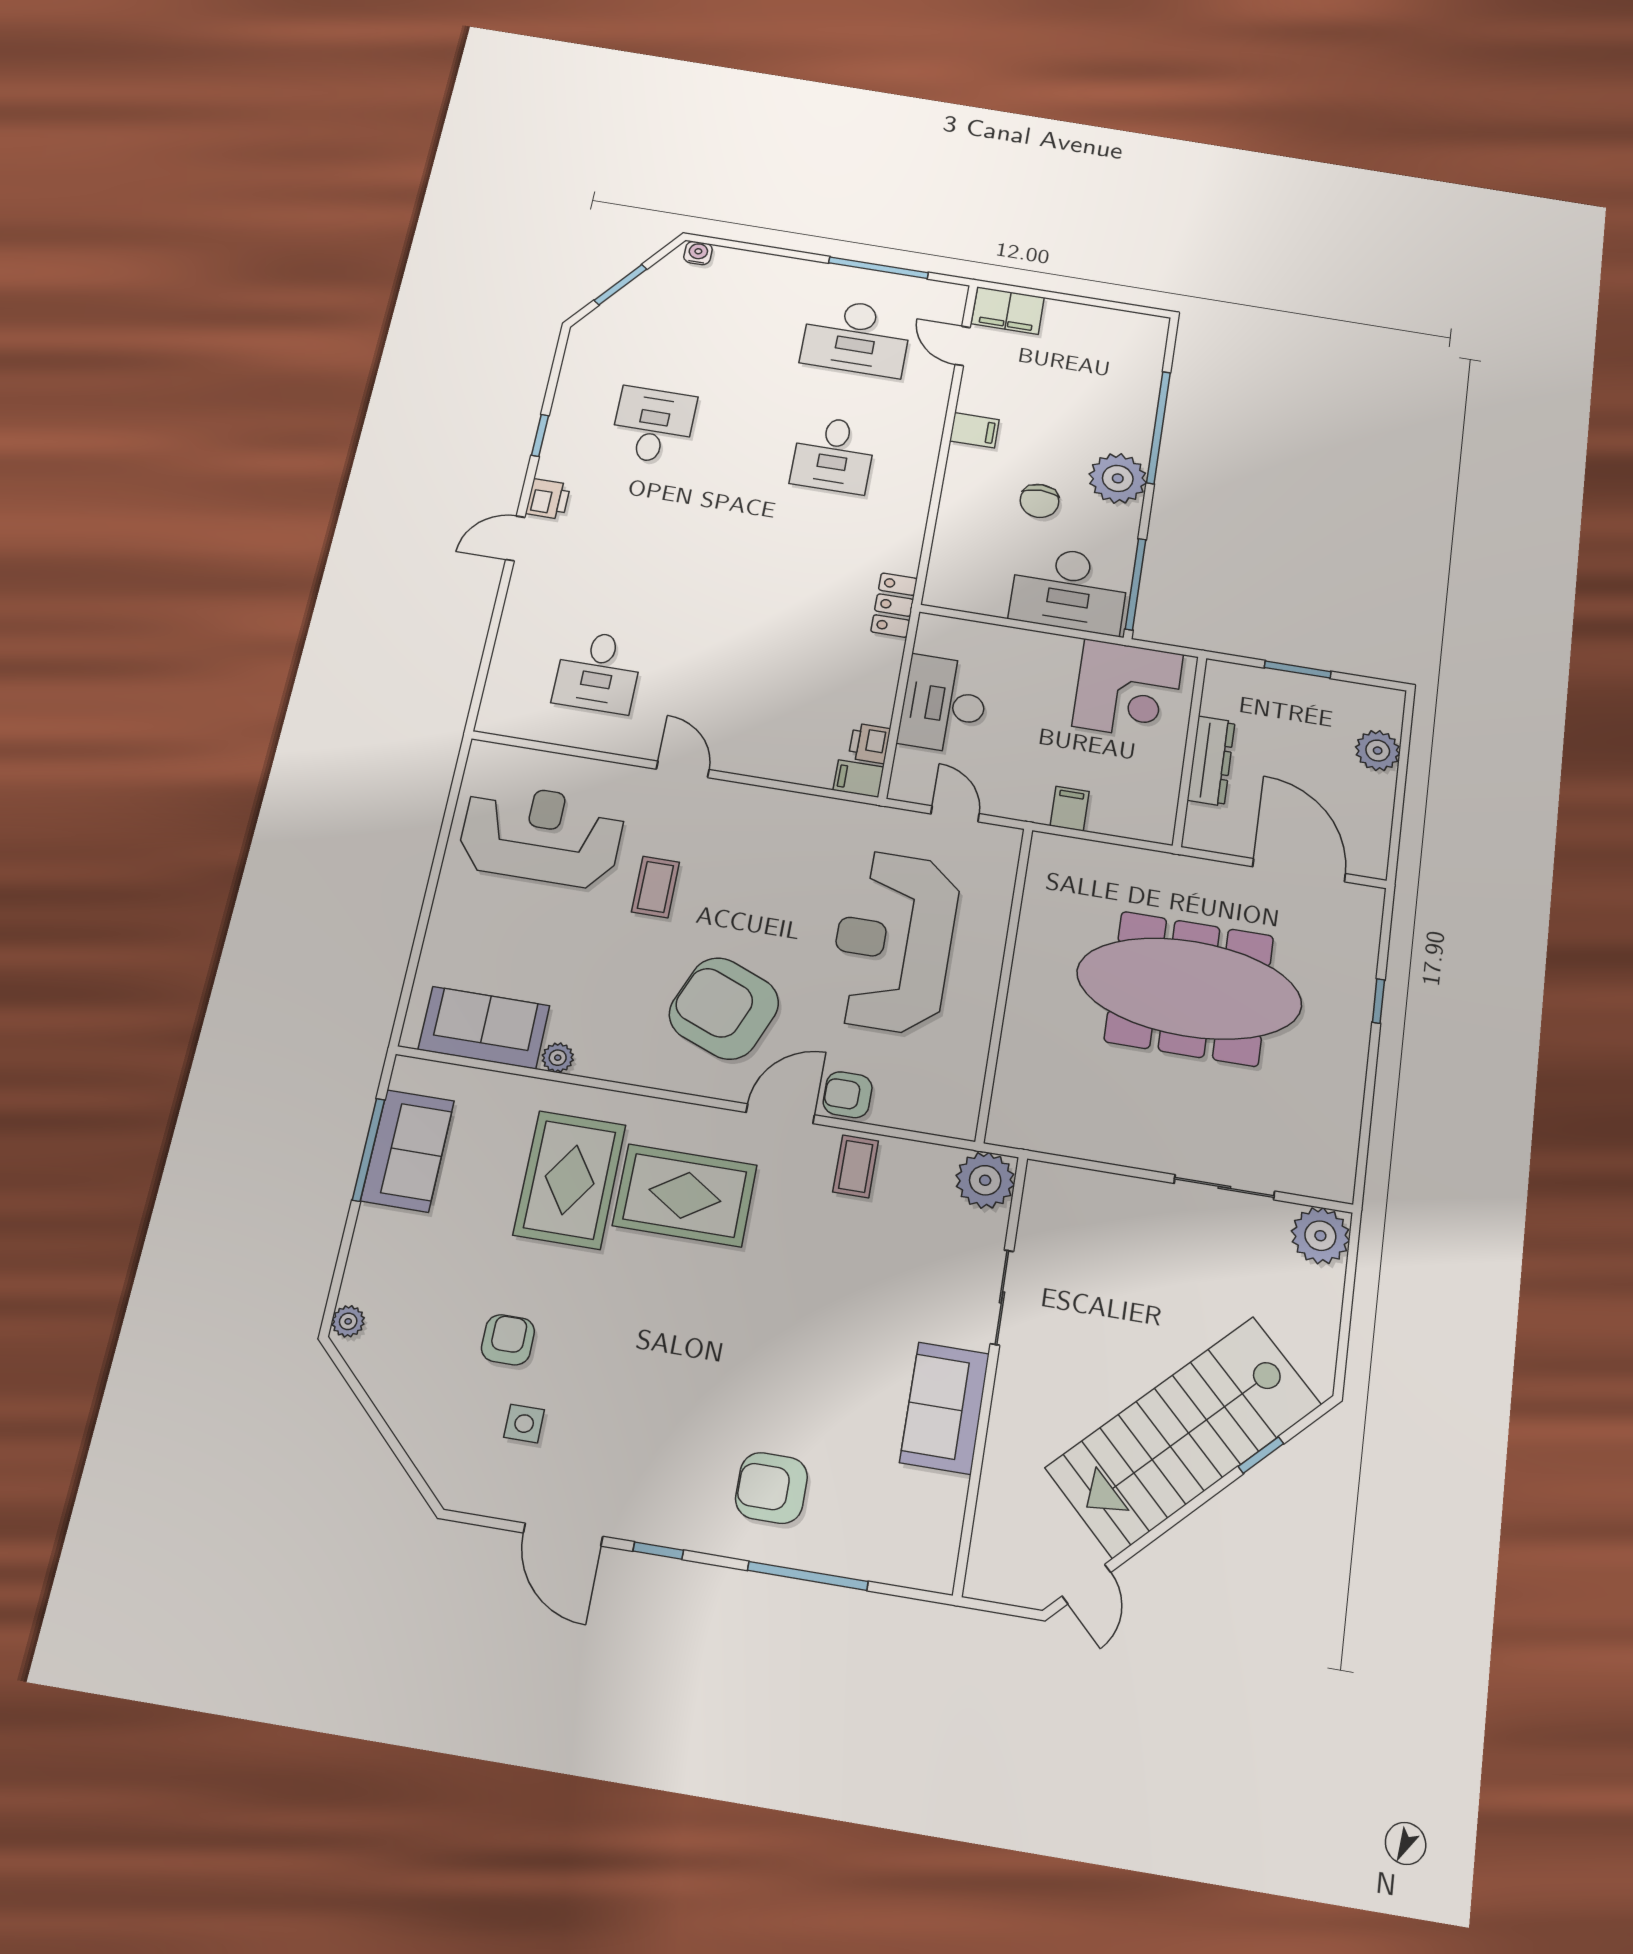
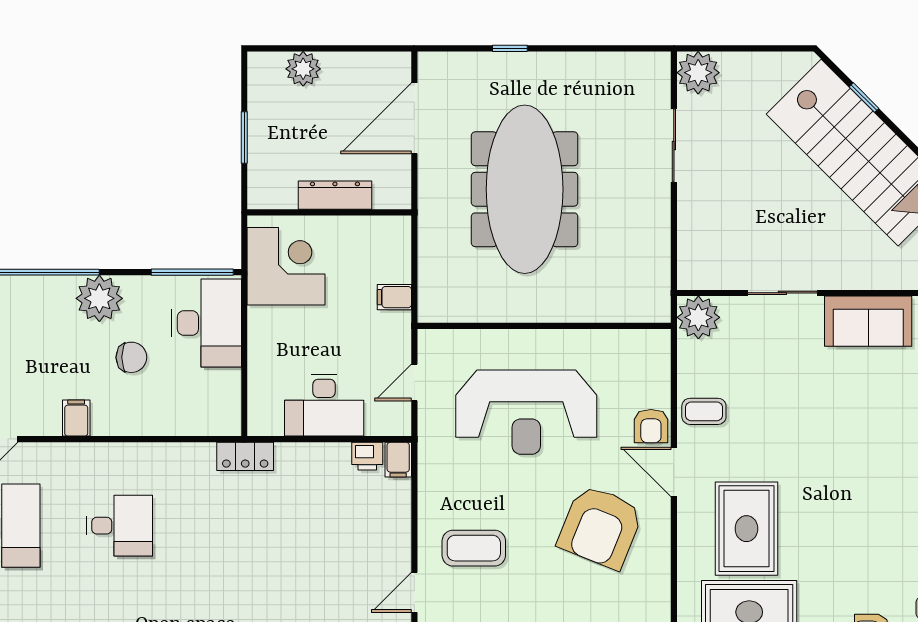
coffee table: (655, 887) -> (474, 548), moved, width x1.36, depth x1.30

